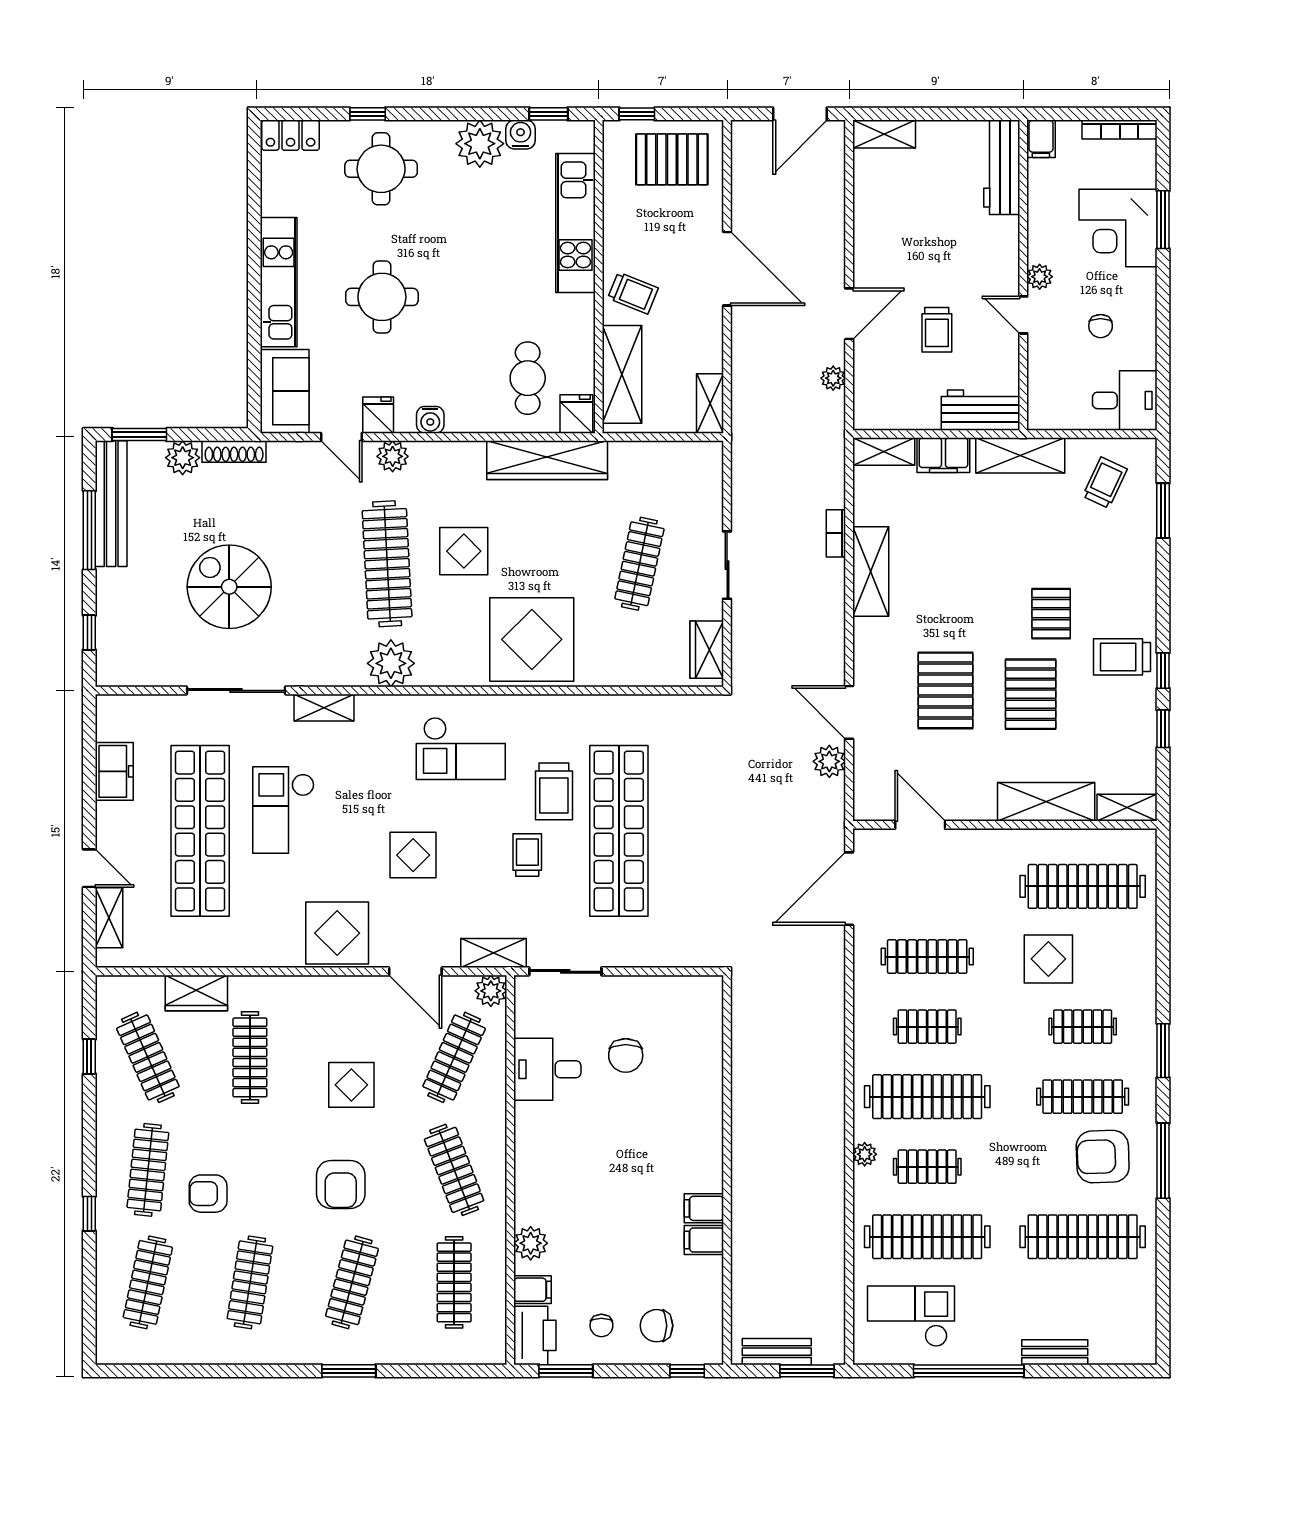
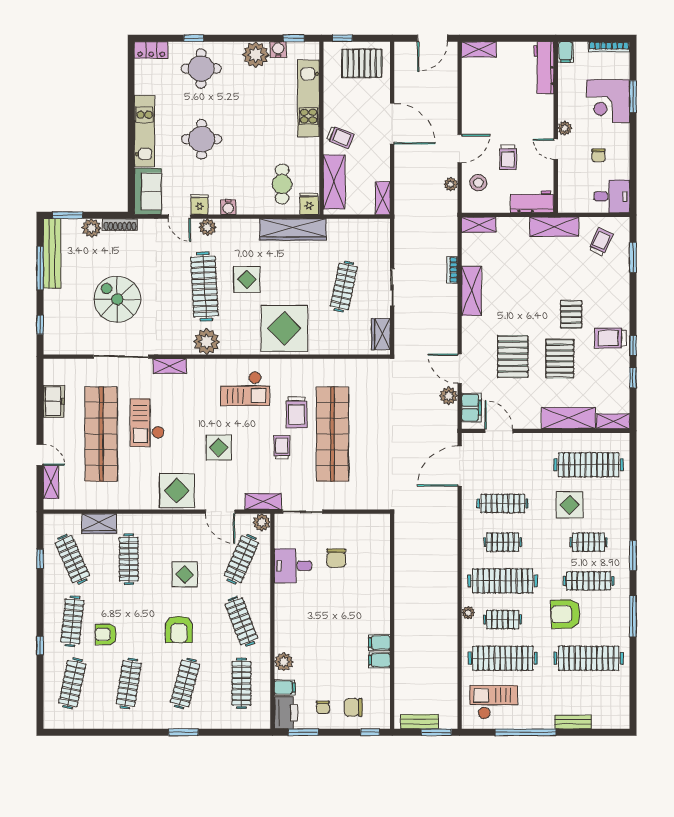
stool: (883, 376) -> (478, 183), added
filing cabinet: (943, 455) -> (471, 408), moved, turned -90
armchair: (1103, 1157) -> (566, 614), moved

